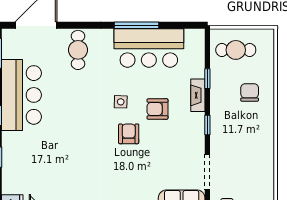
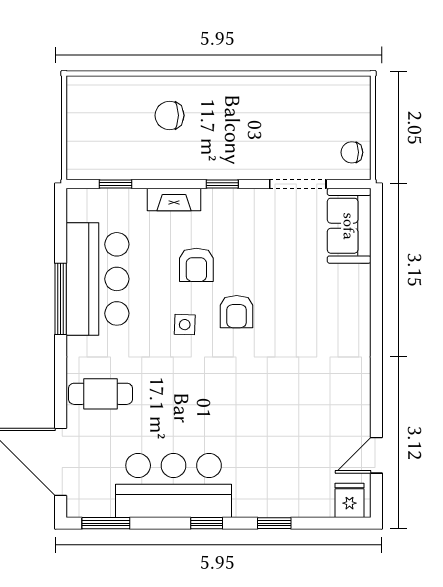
cafe table: (236, 50) -> (101, 138), removed
window: (207, 79) -> (116, 184), moved
armchair: (129, 134) -> (237, 312), turned -90

